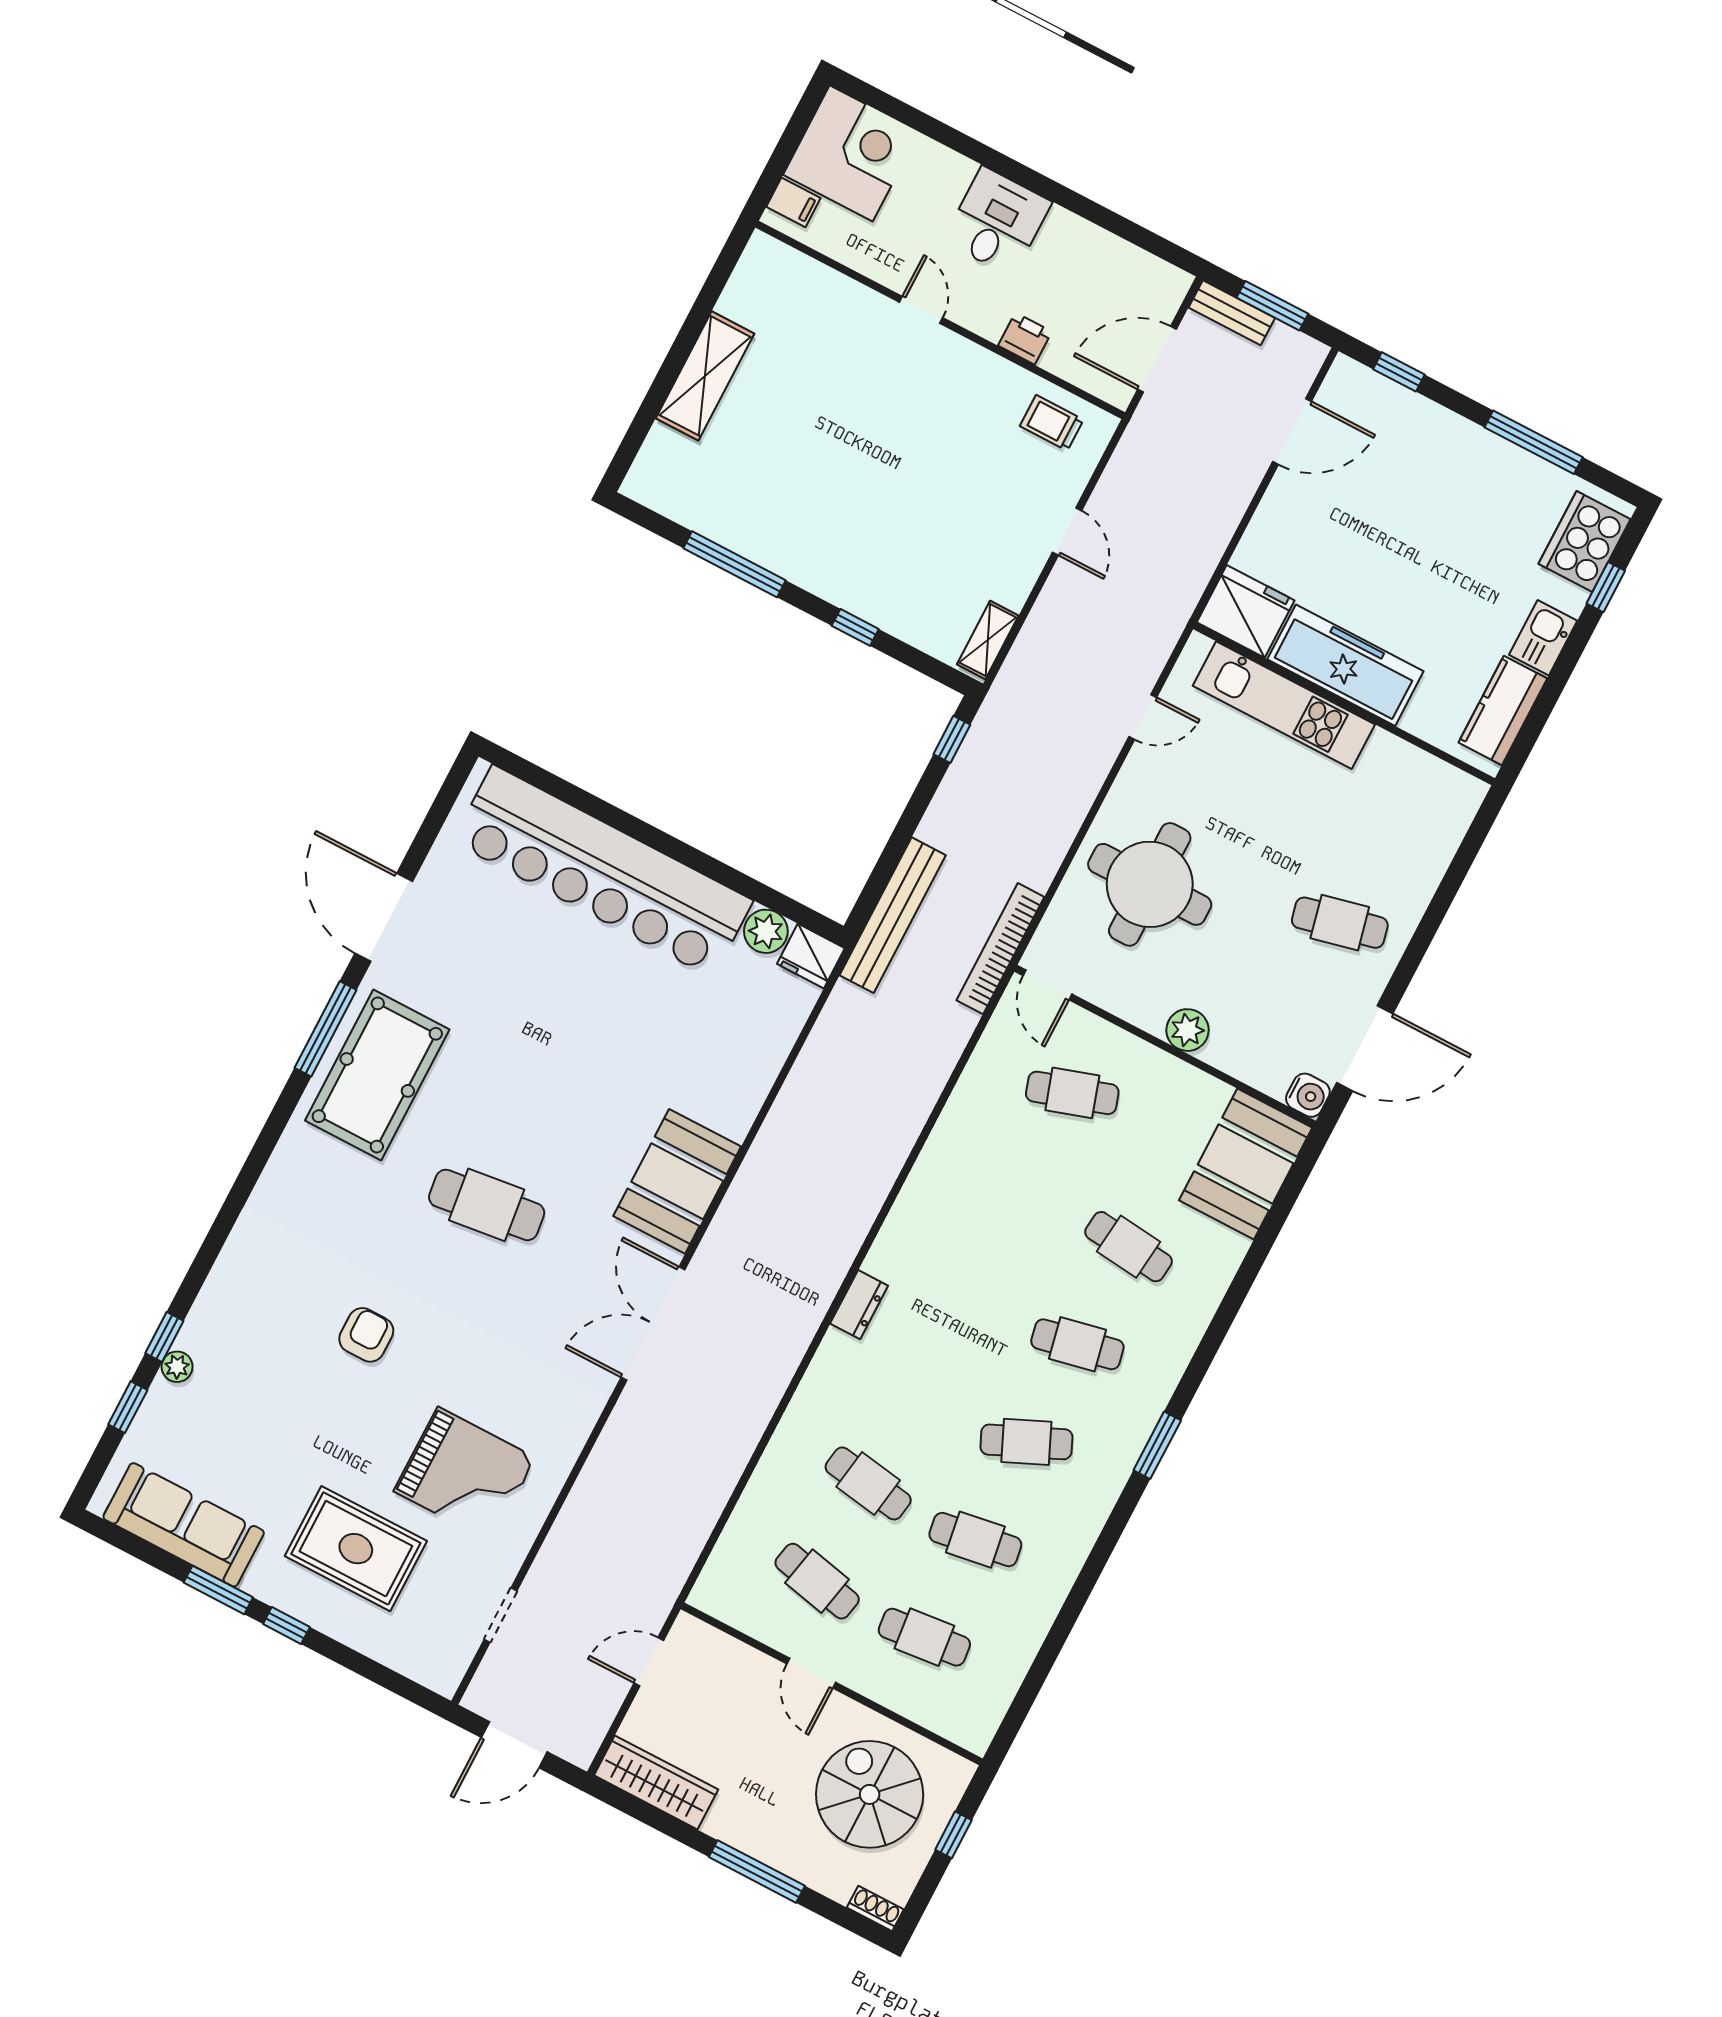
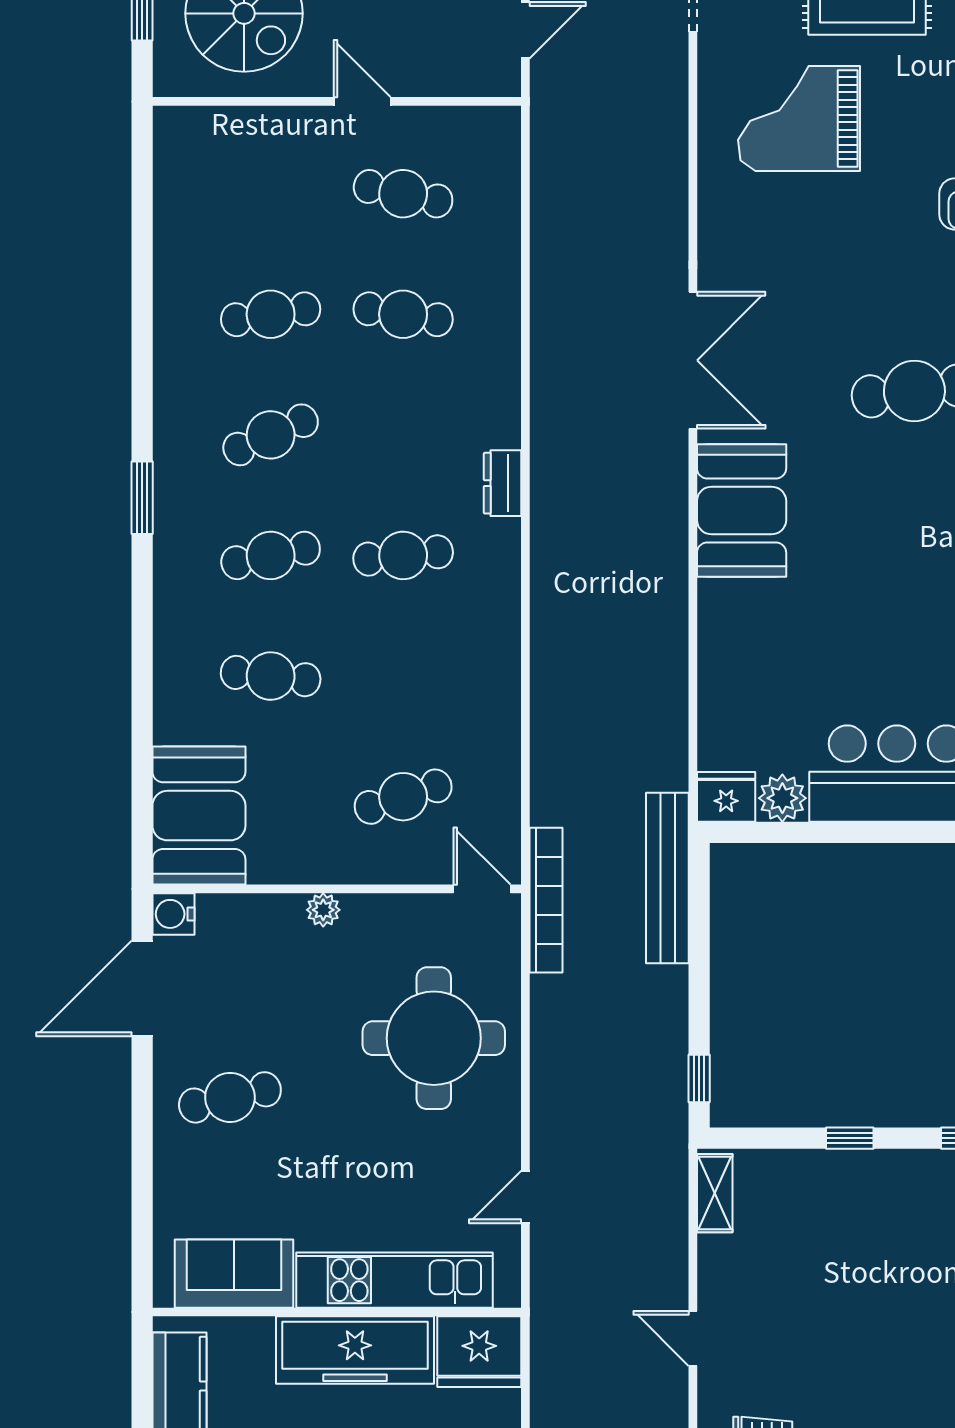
sofa: (1411, 778) -> (234, 1274), added
plant: (1188, 1030) -> (323, 910), width x0.73, depth x0.73
cafe table: (924, 1637) -> (403, 555), moved

